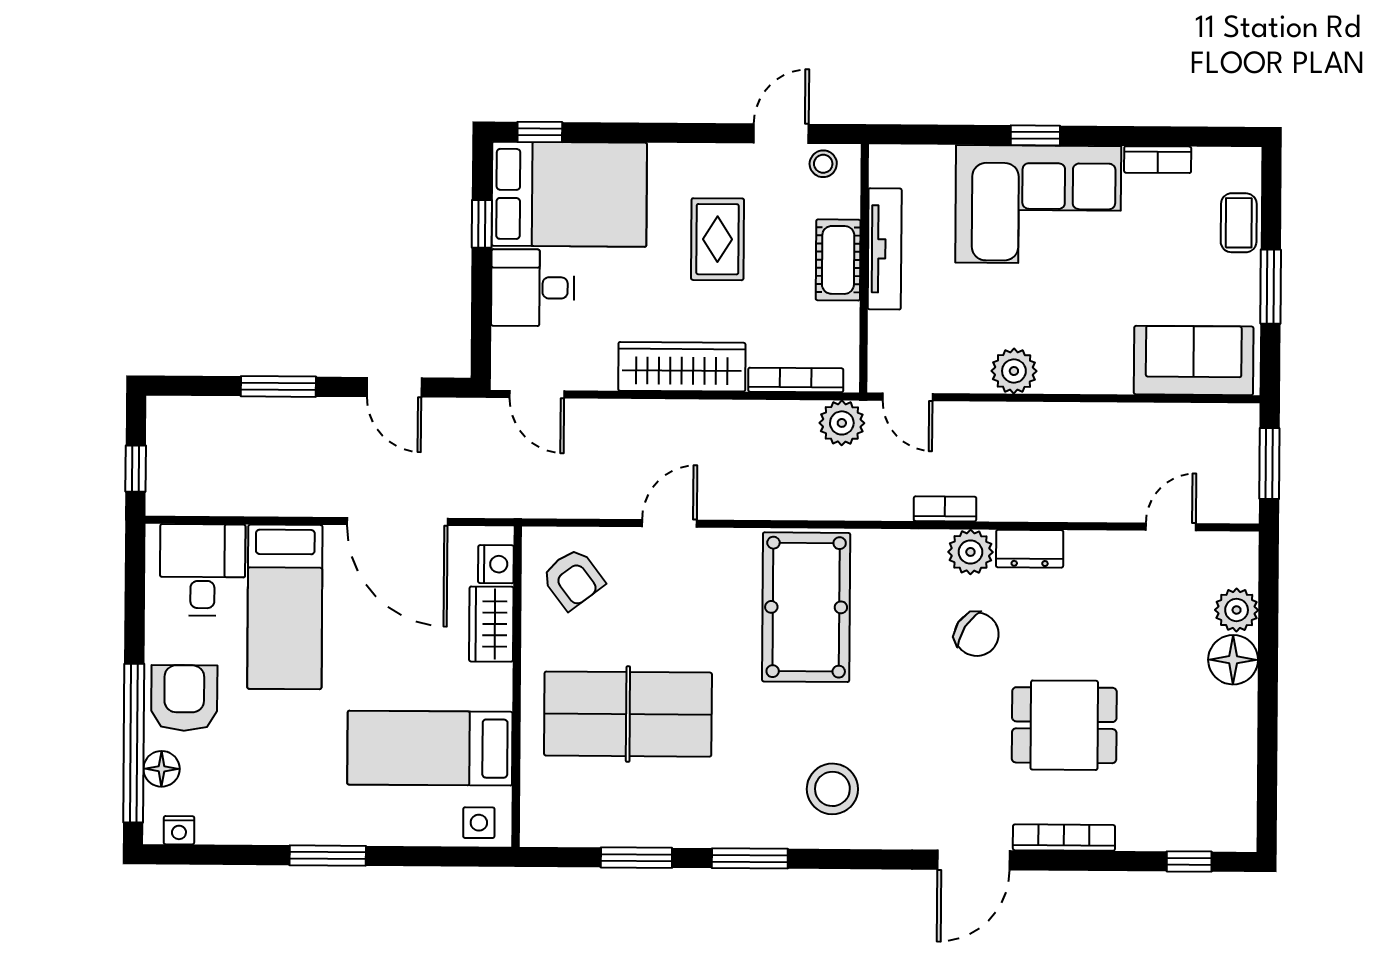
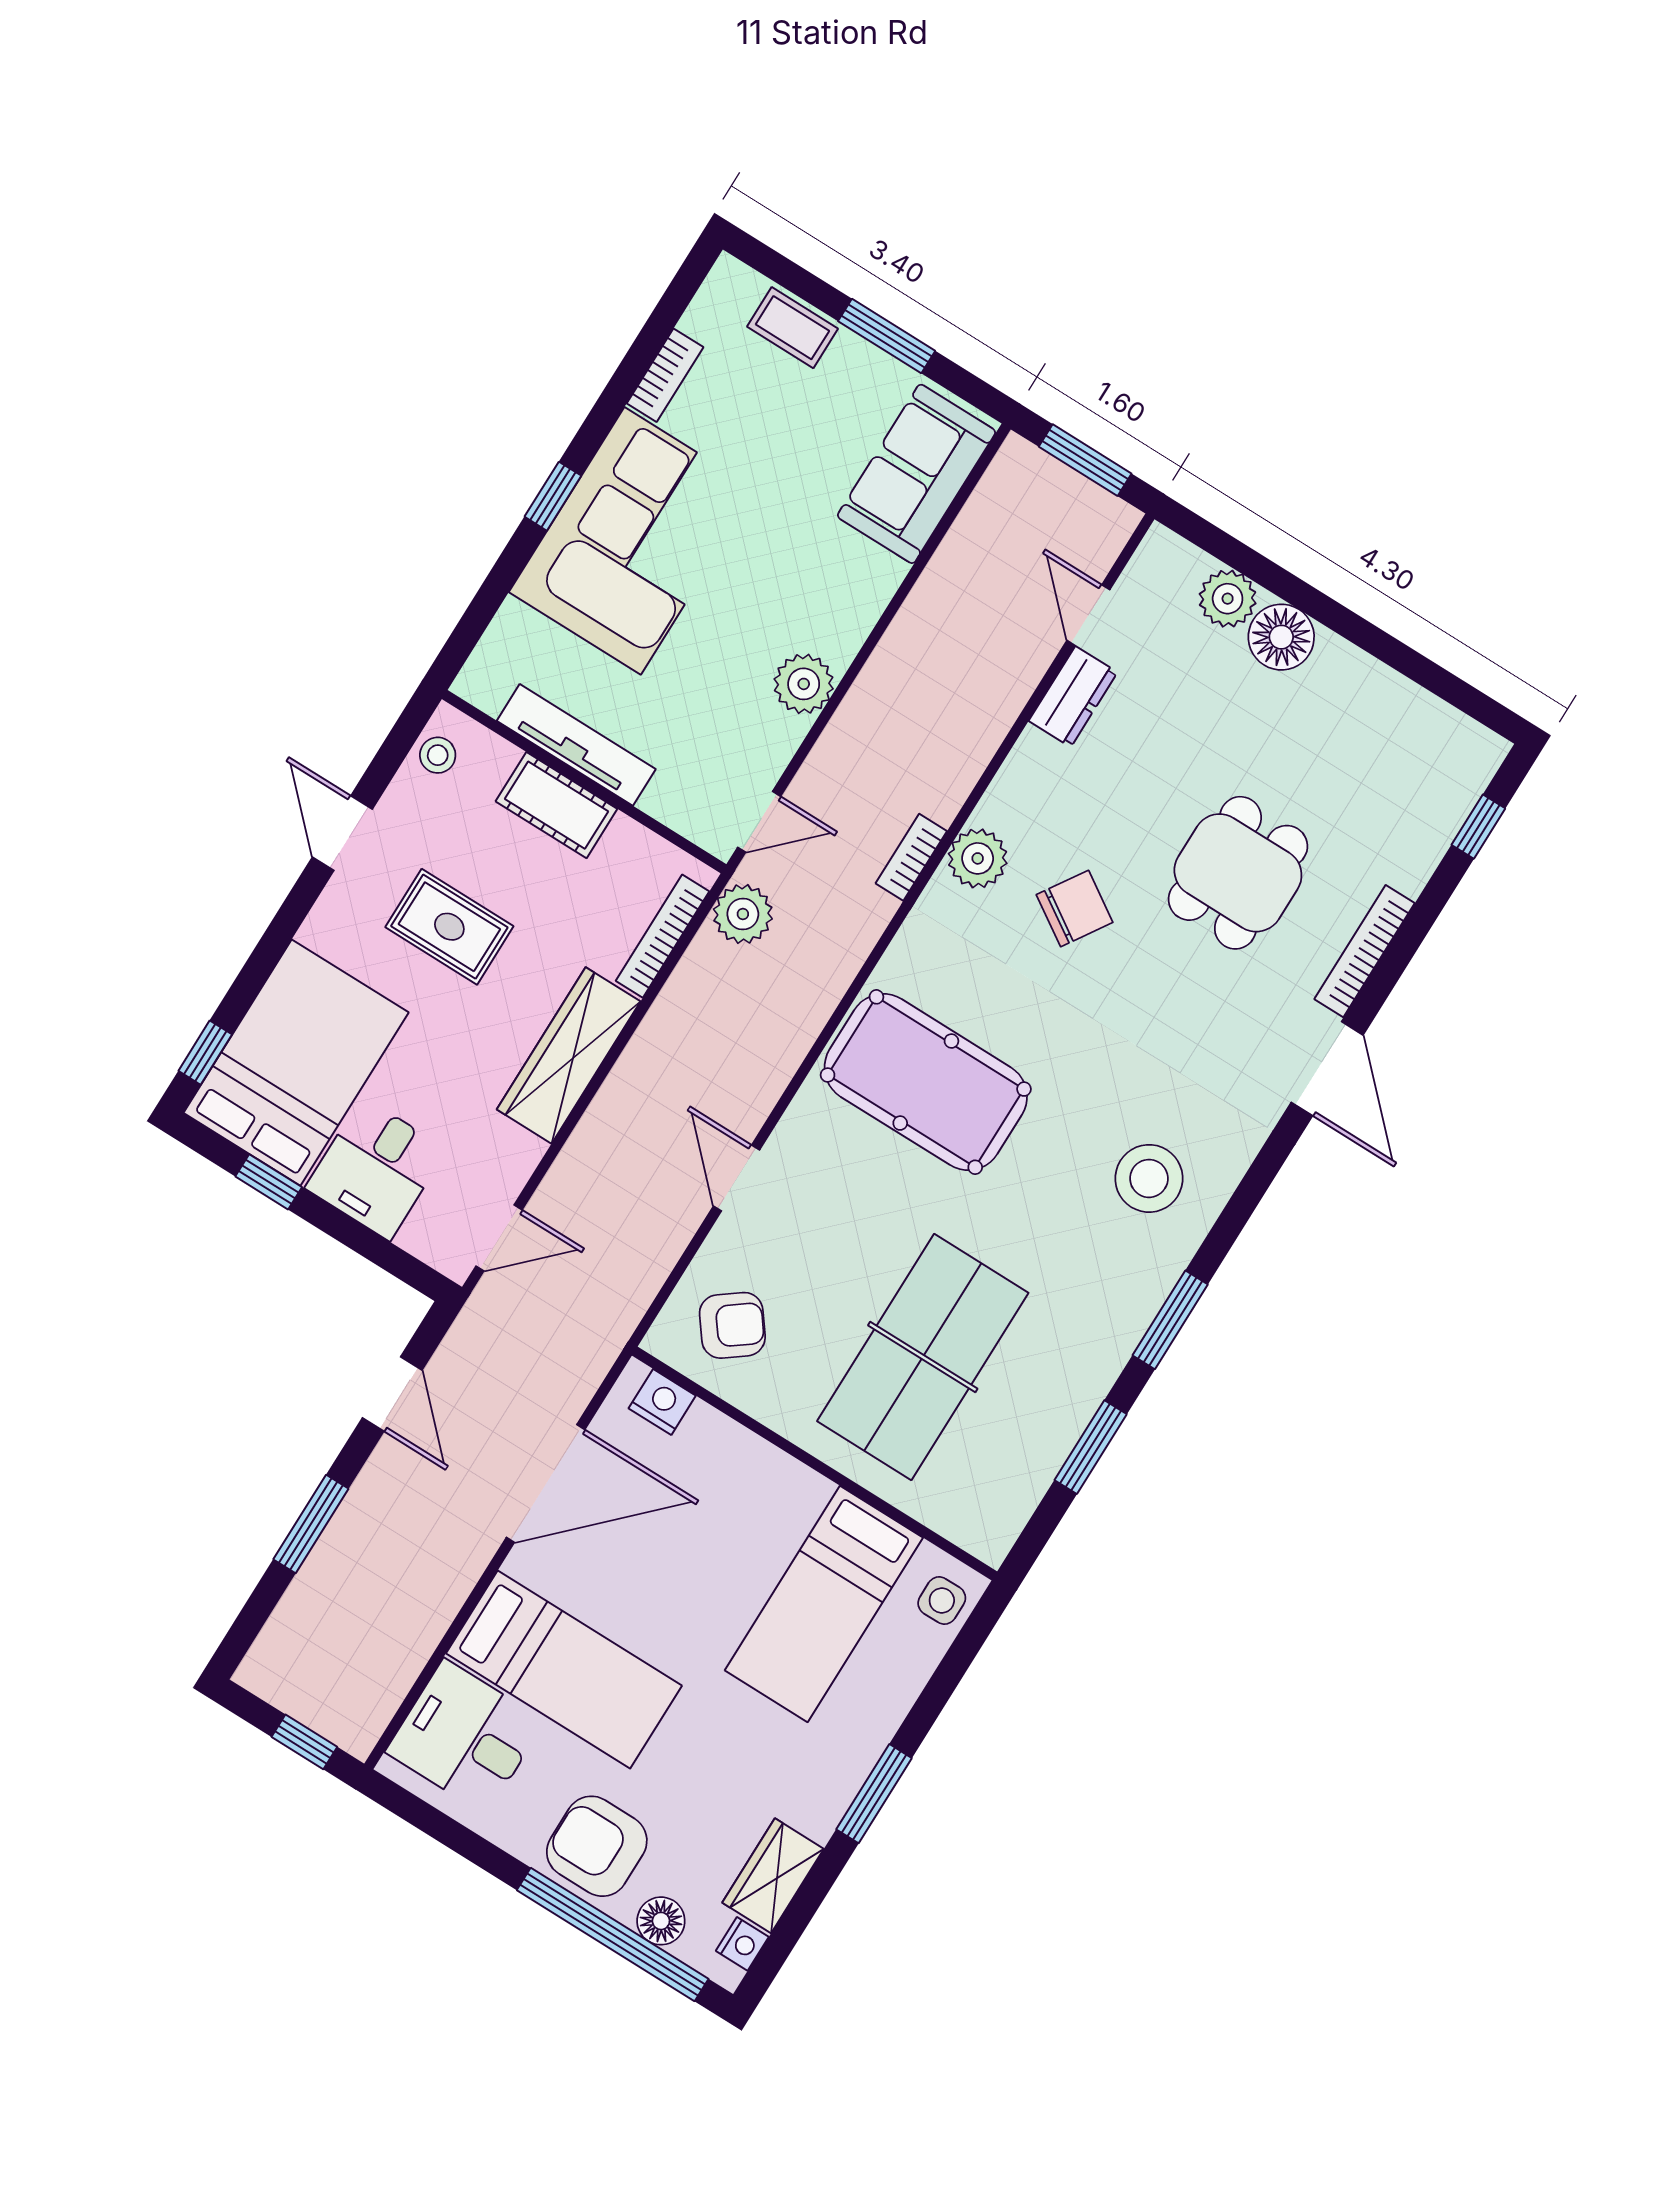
door: (781, 134) -> (342, 833), moved
door: (394, 387) -> (392, 1394), hinge flipped
dresser: (1030, 549) -> (1073, 697), moved
wardrobe: (491, 624) -> (773, 1876), moved, turned 90

